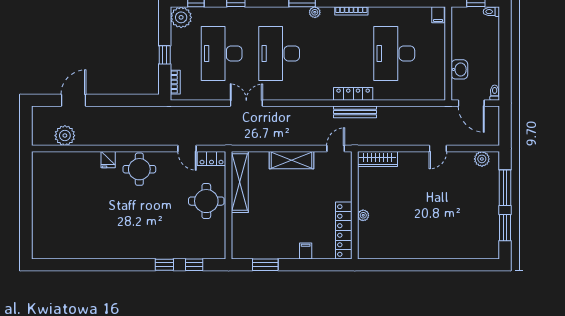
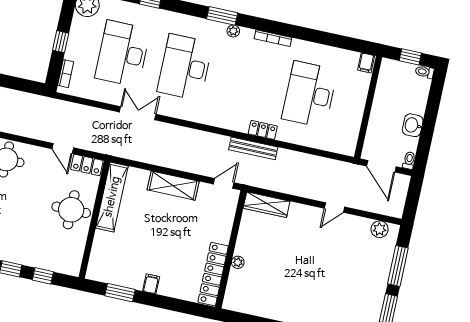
washbasin: (459, 69) -> (413, 125), moved, turned 180
locker: (353, 94) -> (263, 130), width x0.66
filing cabinet: (306, 251) -> (151, 284), moved

